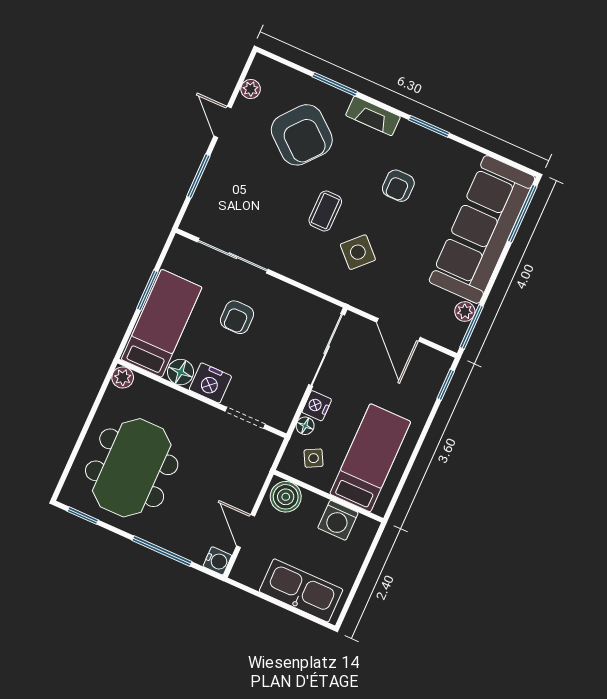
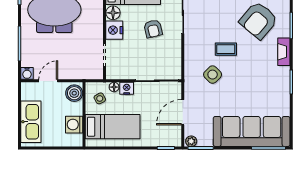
armchair: (398, 186) -> (255, 80), removed
plant: (465, 311) -> (191, 141), moved
armchair: (237, 317) -> (153, 29), turned -103

